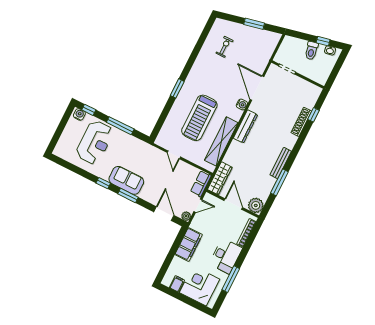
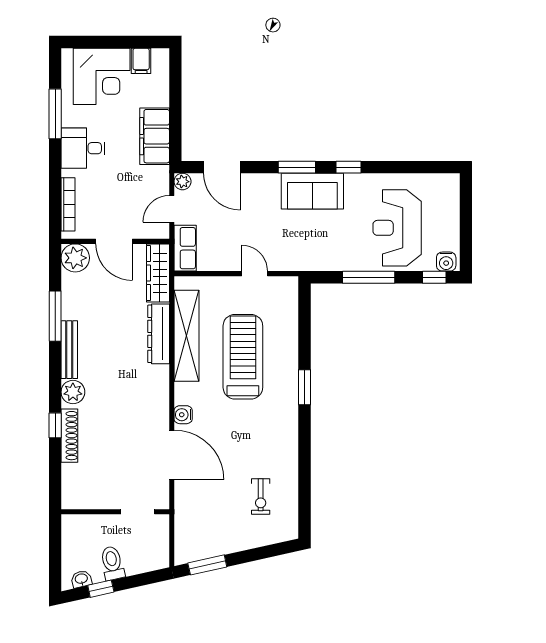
window: (254, 24) -> (207, 565), moved
window: (313, 115) -> (55, 425), moved
dresser: (246, 126) -> (159, 334), moved
plant: (289, 142) -> (73, 392), added
desk: (226, 256) -> (83, 148), width x0.73

